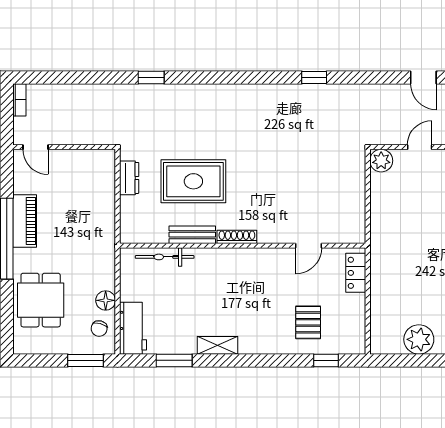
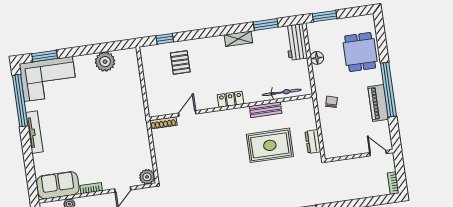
shoe rack: (237, 237) -> (163, 123), moved
locker: (356, 273) -> (230, 99), moved, turned -90
chair: (99, 329) -> (331, 102), moved

